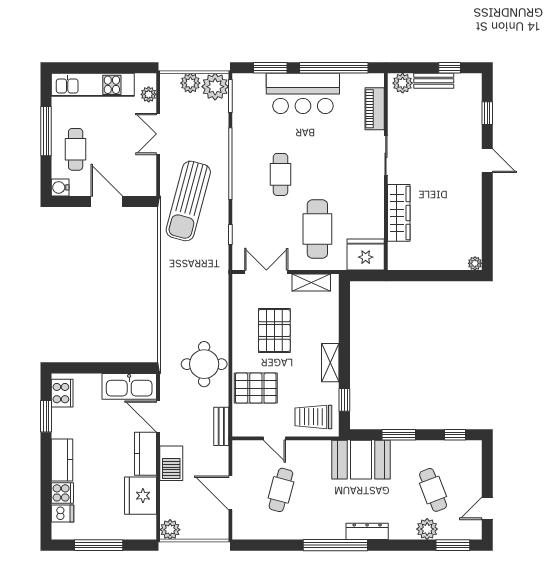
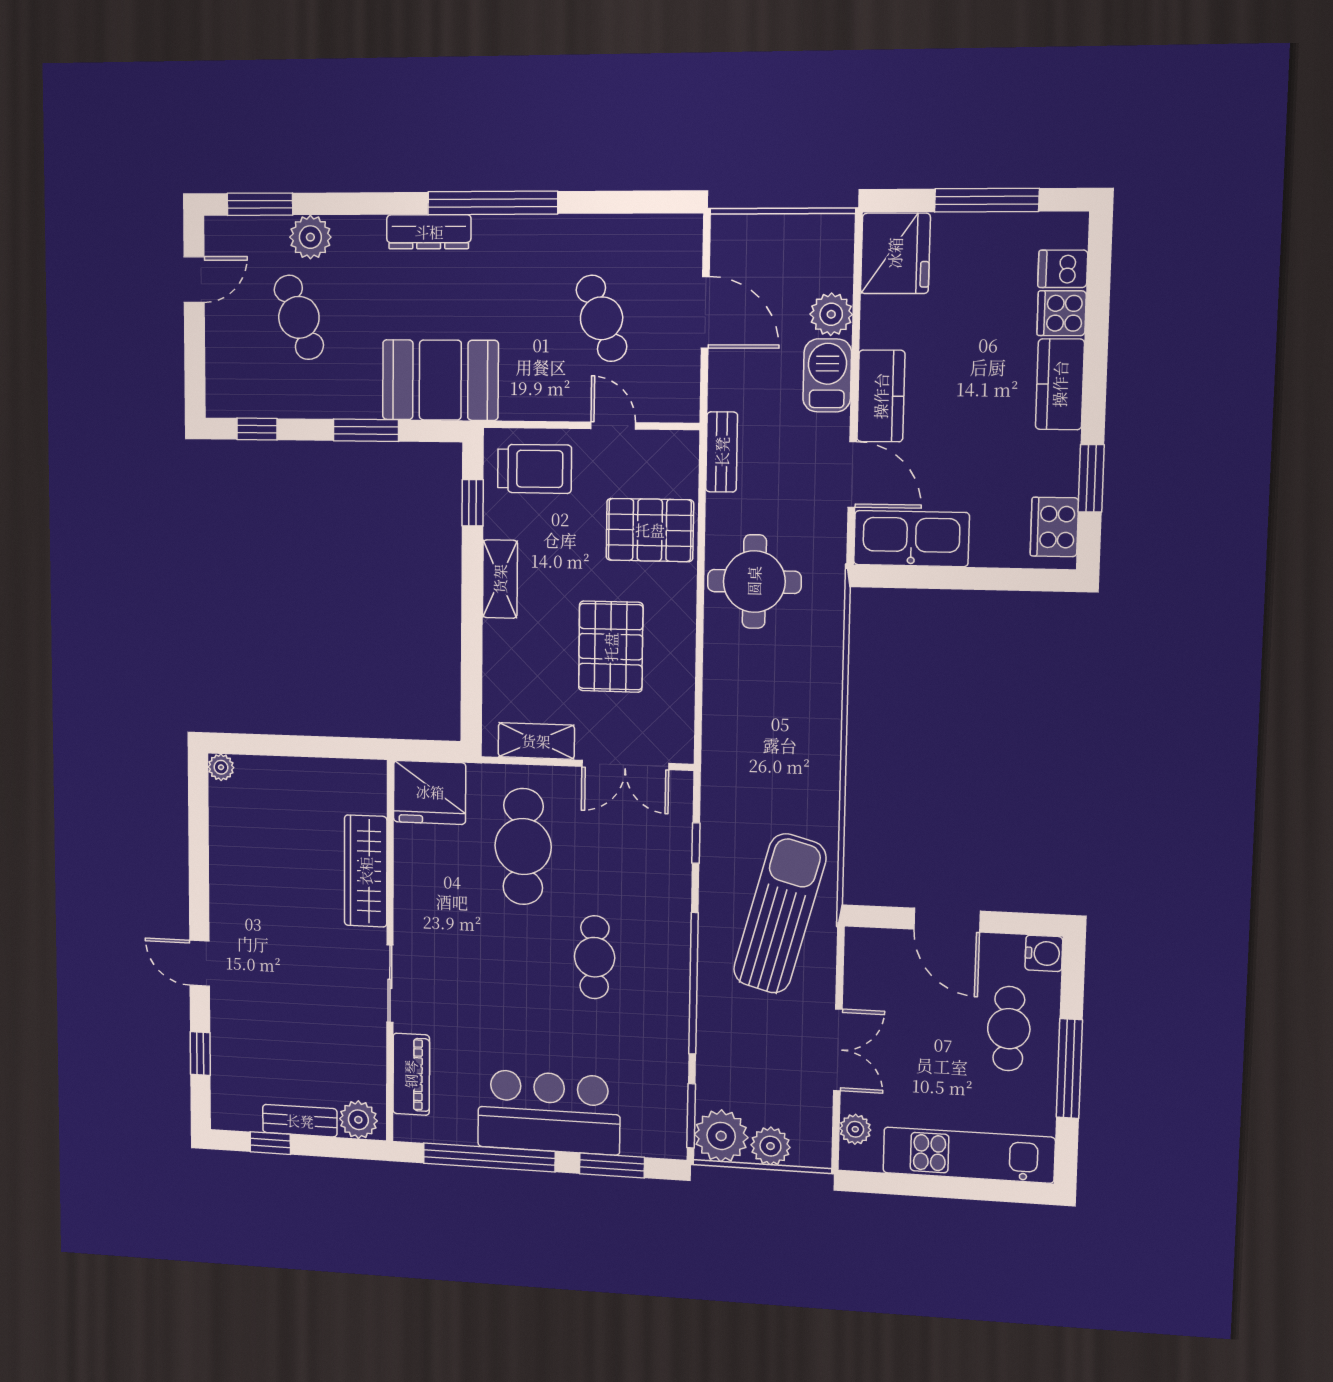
cafe table: (281, 490) -> (602, 318), turned -36
fridge: (140, 496) -> (895, 253), moved
plant: (170, 530) -> (831, 314), moved

